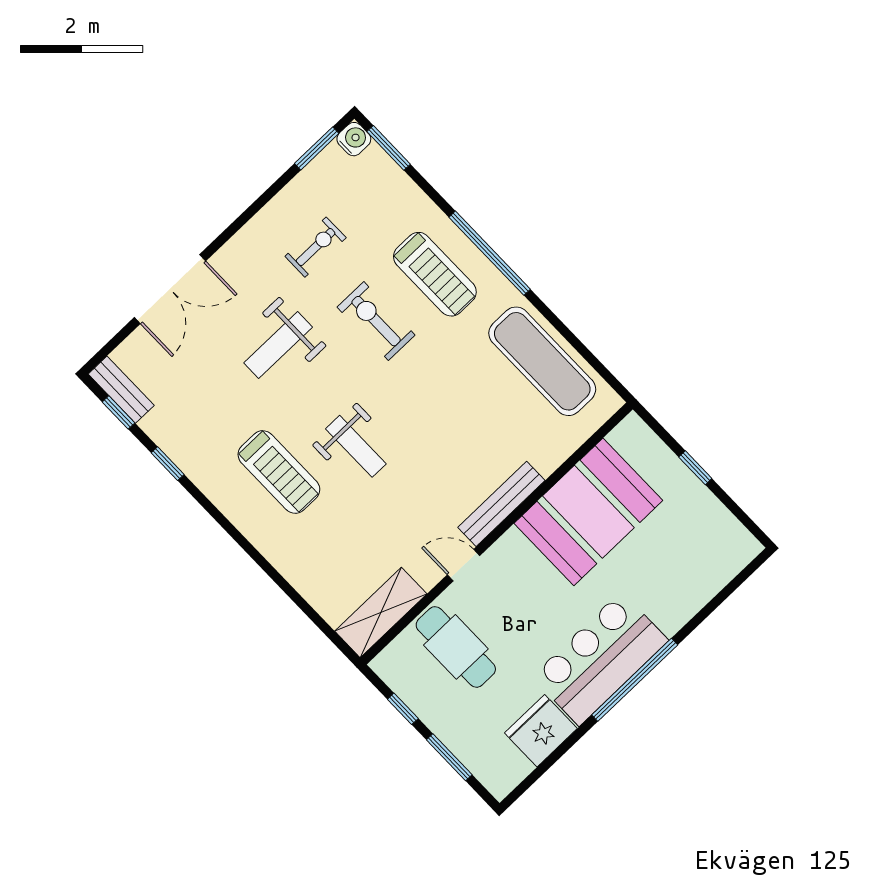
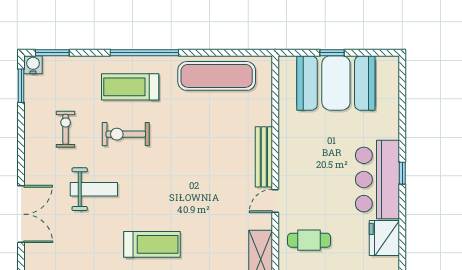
treadmill: (435, 274) -> (130, 87), turned 180
weight bench: (278, 345) -> (94, 189), turned -90
weight bench: (356, 446) -> (174, 198), removed
booth: (588, 512) -> (336, 83), moved, turned 90
cafe table: (456, 647) -> (309, 240), width x0.73, depth x0.74
window: (635, 680) -> (402, 173), width x0.32

